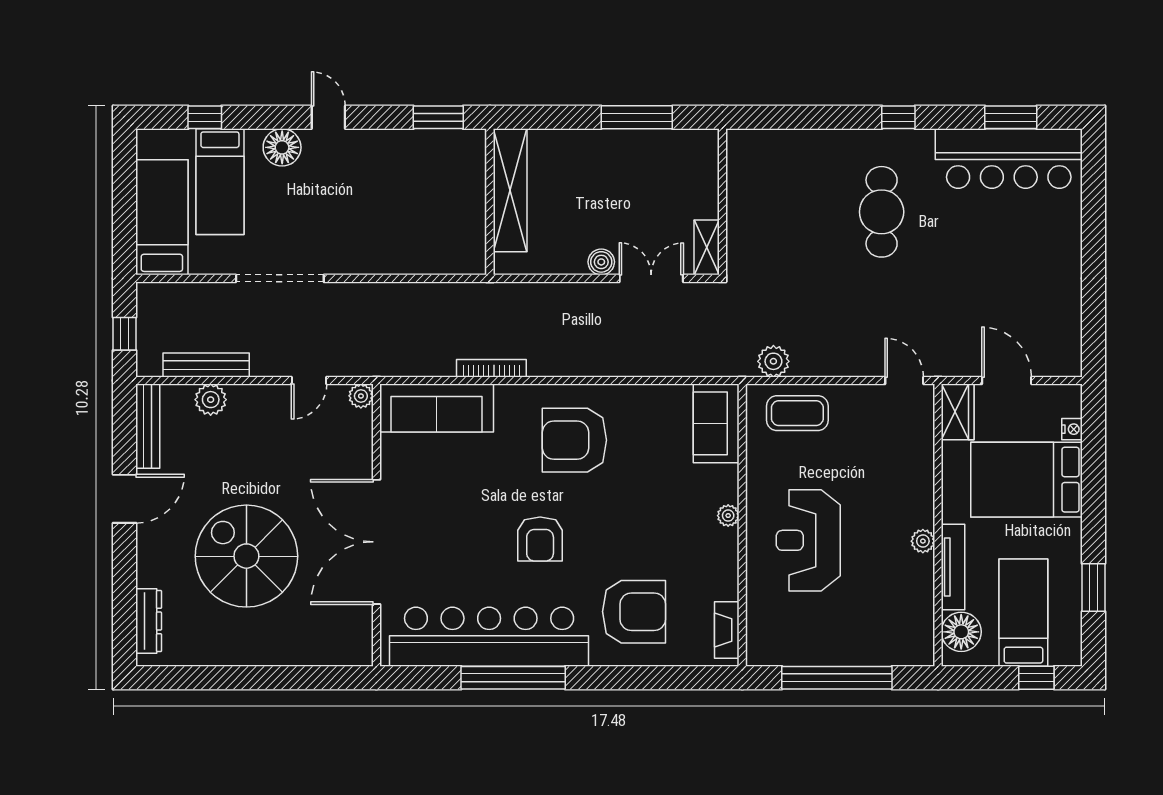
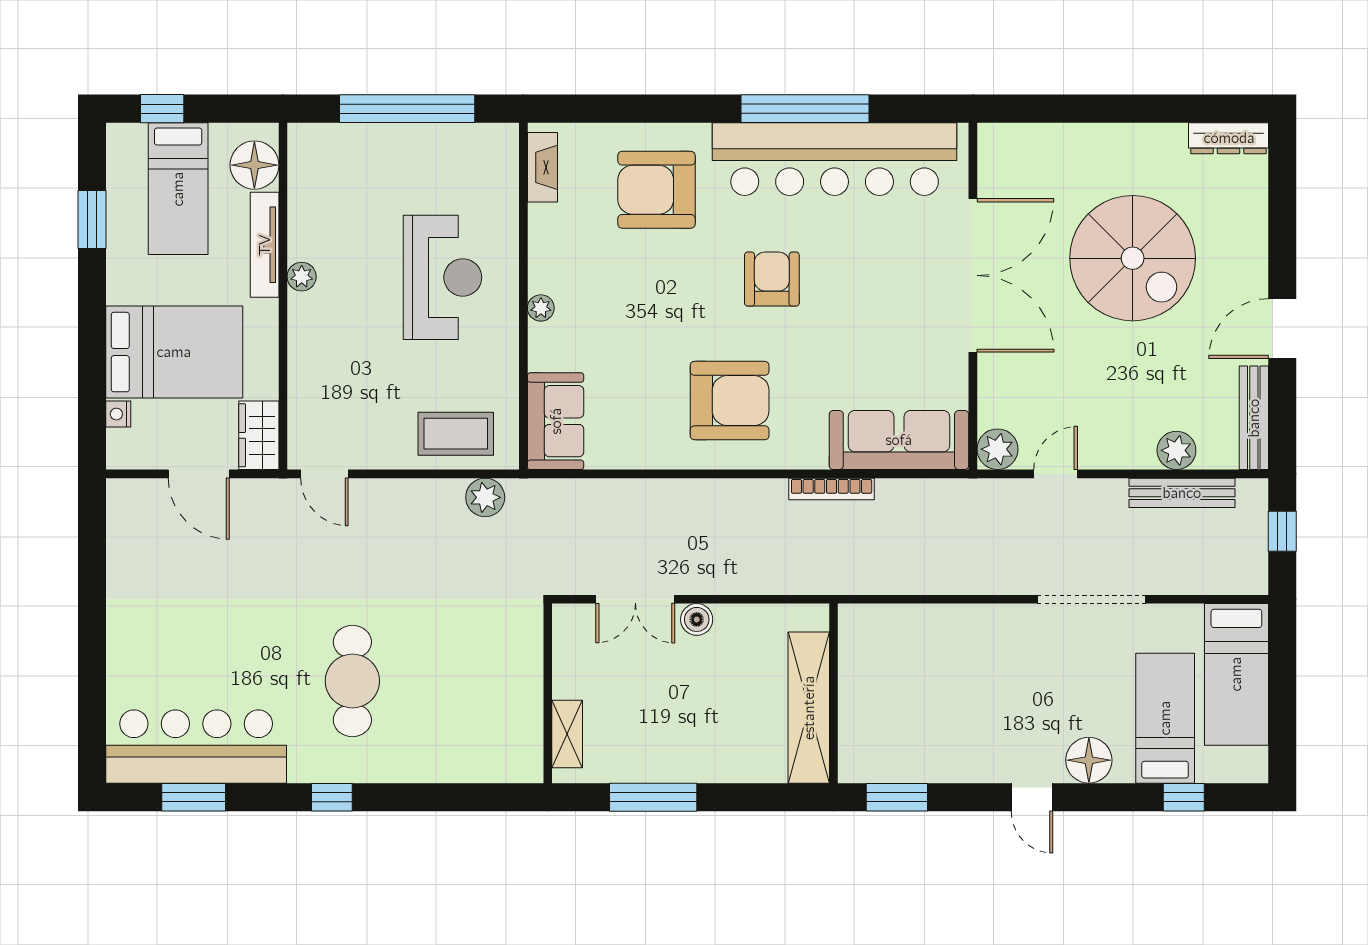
shelving: (707, 247) -> (567, 734), moved
plant: (361, 396) -> (997, 449), width x1.38, depth x1.38
dresser: (149, 621) -> (1229, 138), moved, turned -90

